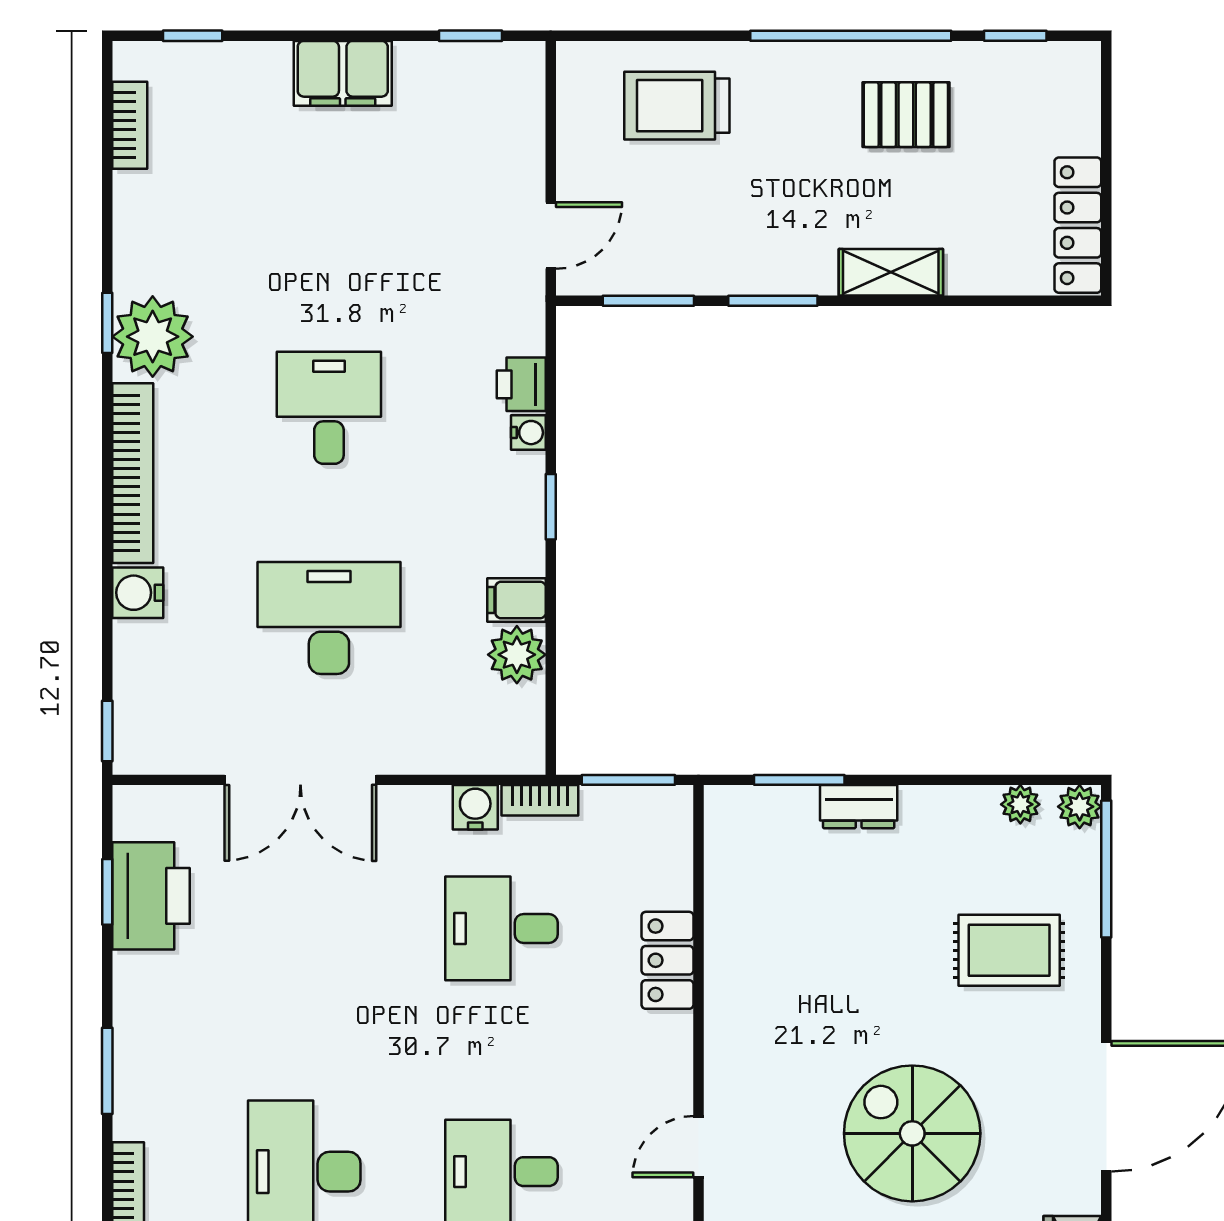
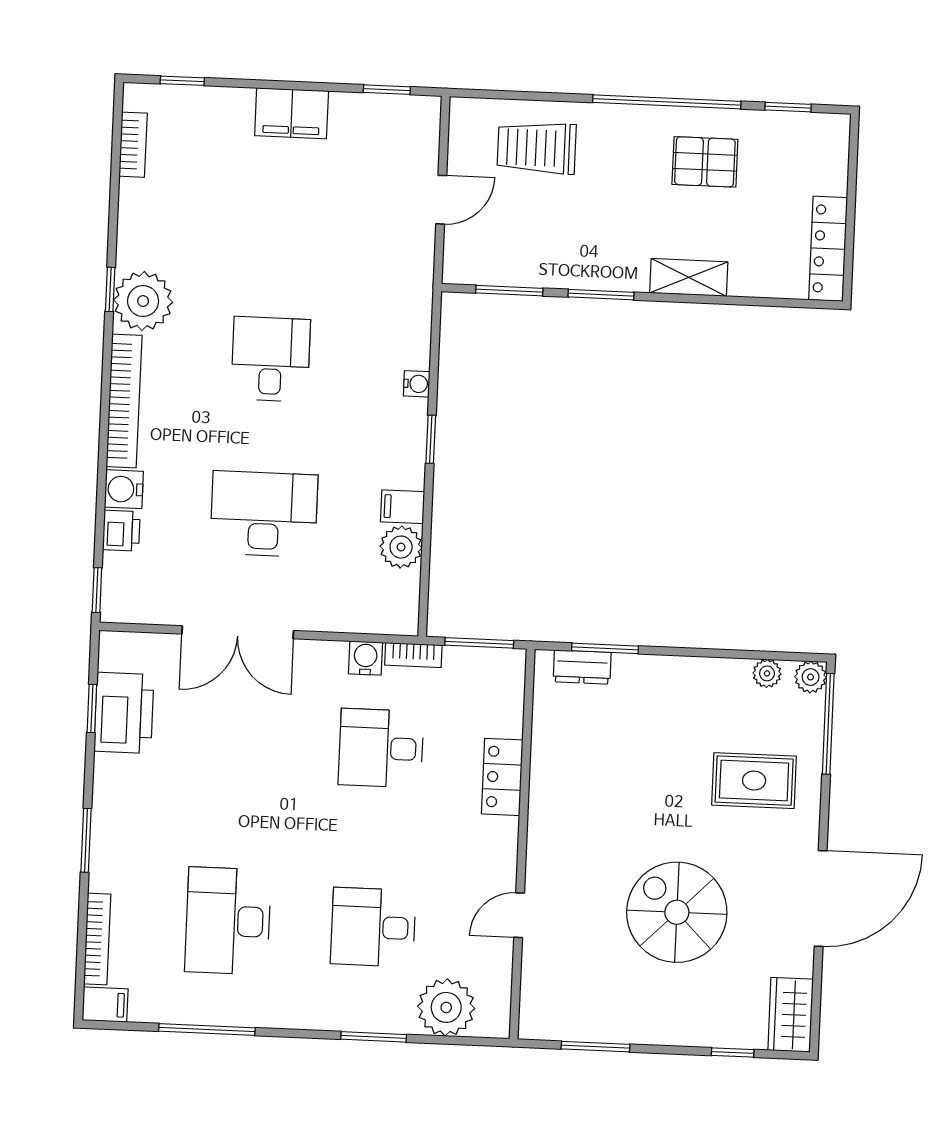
door: (551, 236) -> (441, 200), moved
printer: (521, 384) -> (121, 531), moved, turned 180
dresser: (859, 807) -> (582, 667), moved

